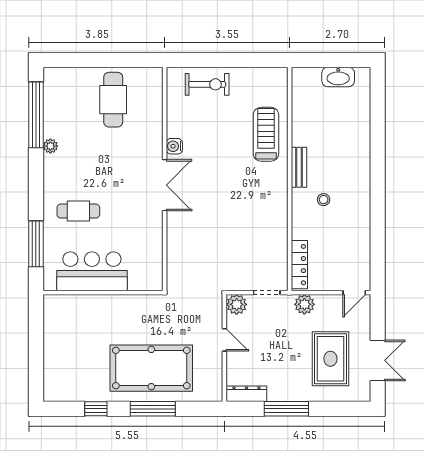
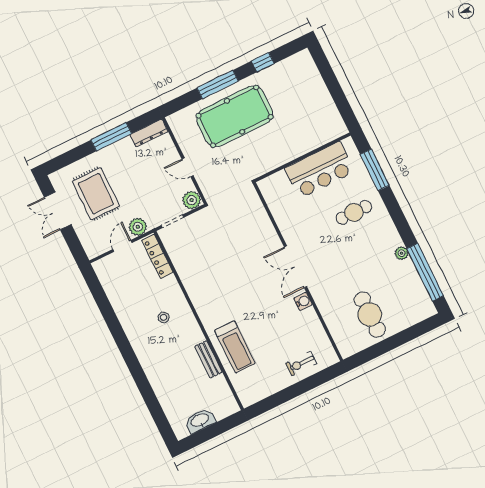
exercise bike: (207, 84) -> (301, 363), width x0.73, depth x0.72
bench: (299, 167) -> (208, 359), moved
door: (354, 293) -> (122, 246), moved

